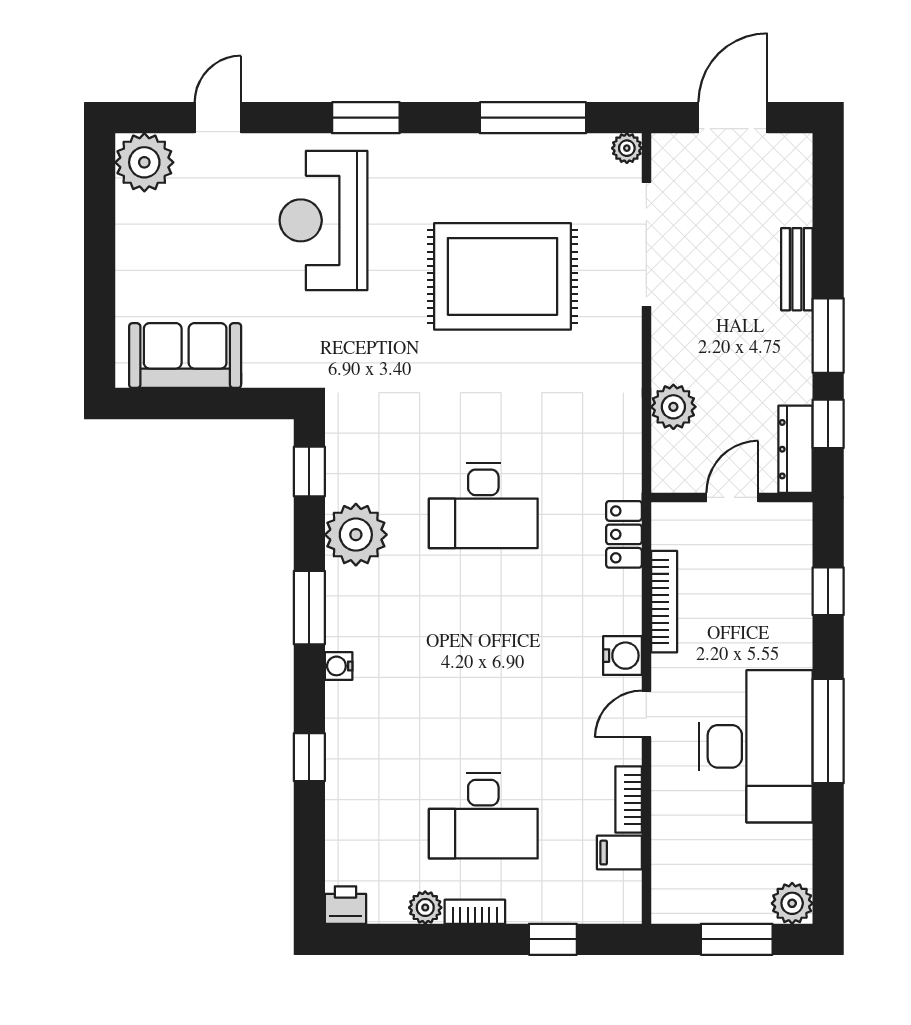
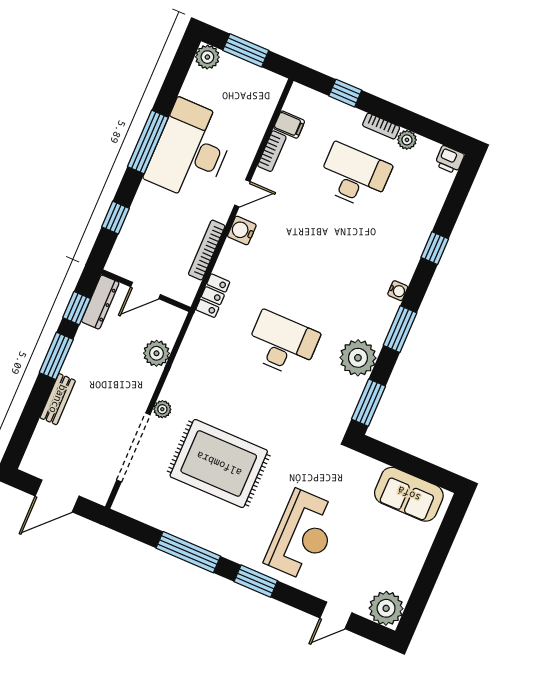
window: (533, 118) -> (188, 552), moved
plant: (627, 148) -> (162, 409), moved
window: (309, 472) -> (369, 403), width x1.50

